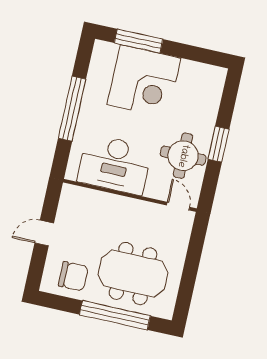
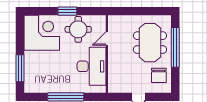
corner desk: (144, 81) -> (42, 33), moved
door: (178, 206) -> (107, 38), moved
chair: (73, 276) -> (159, 75), turned 180

